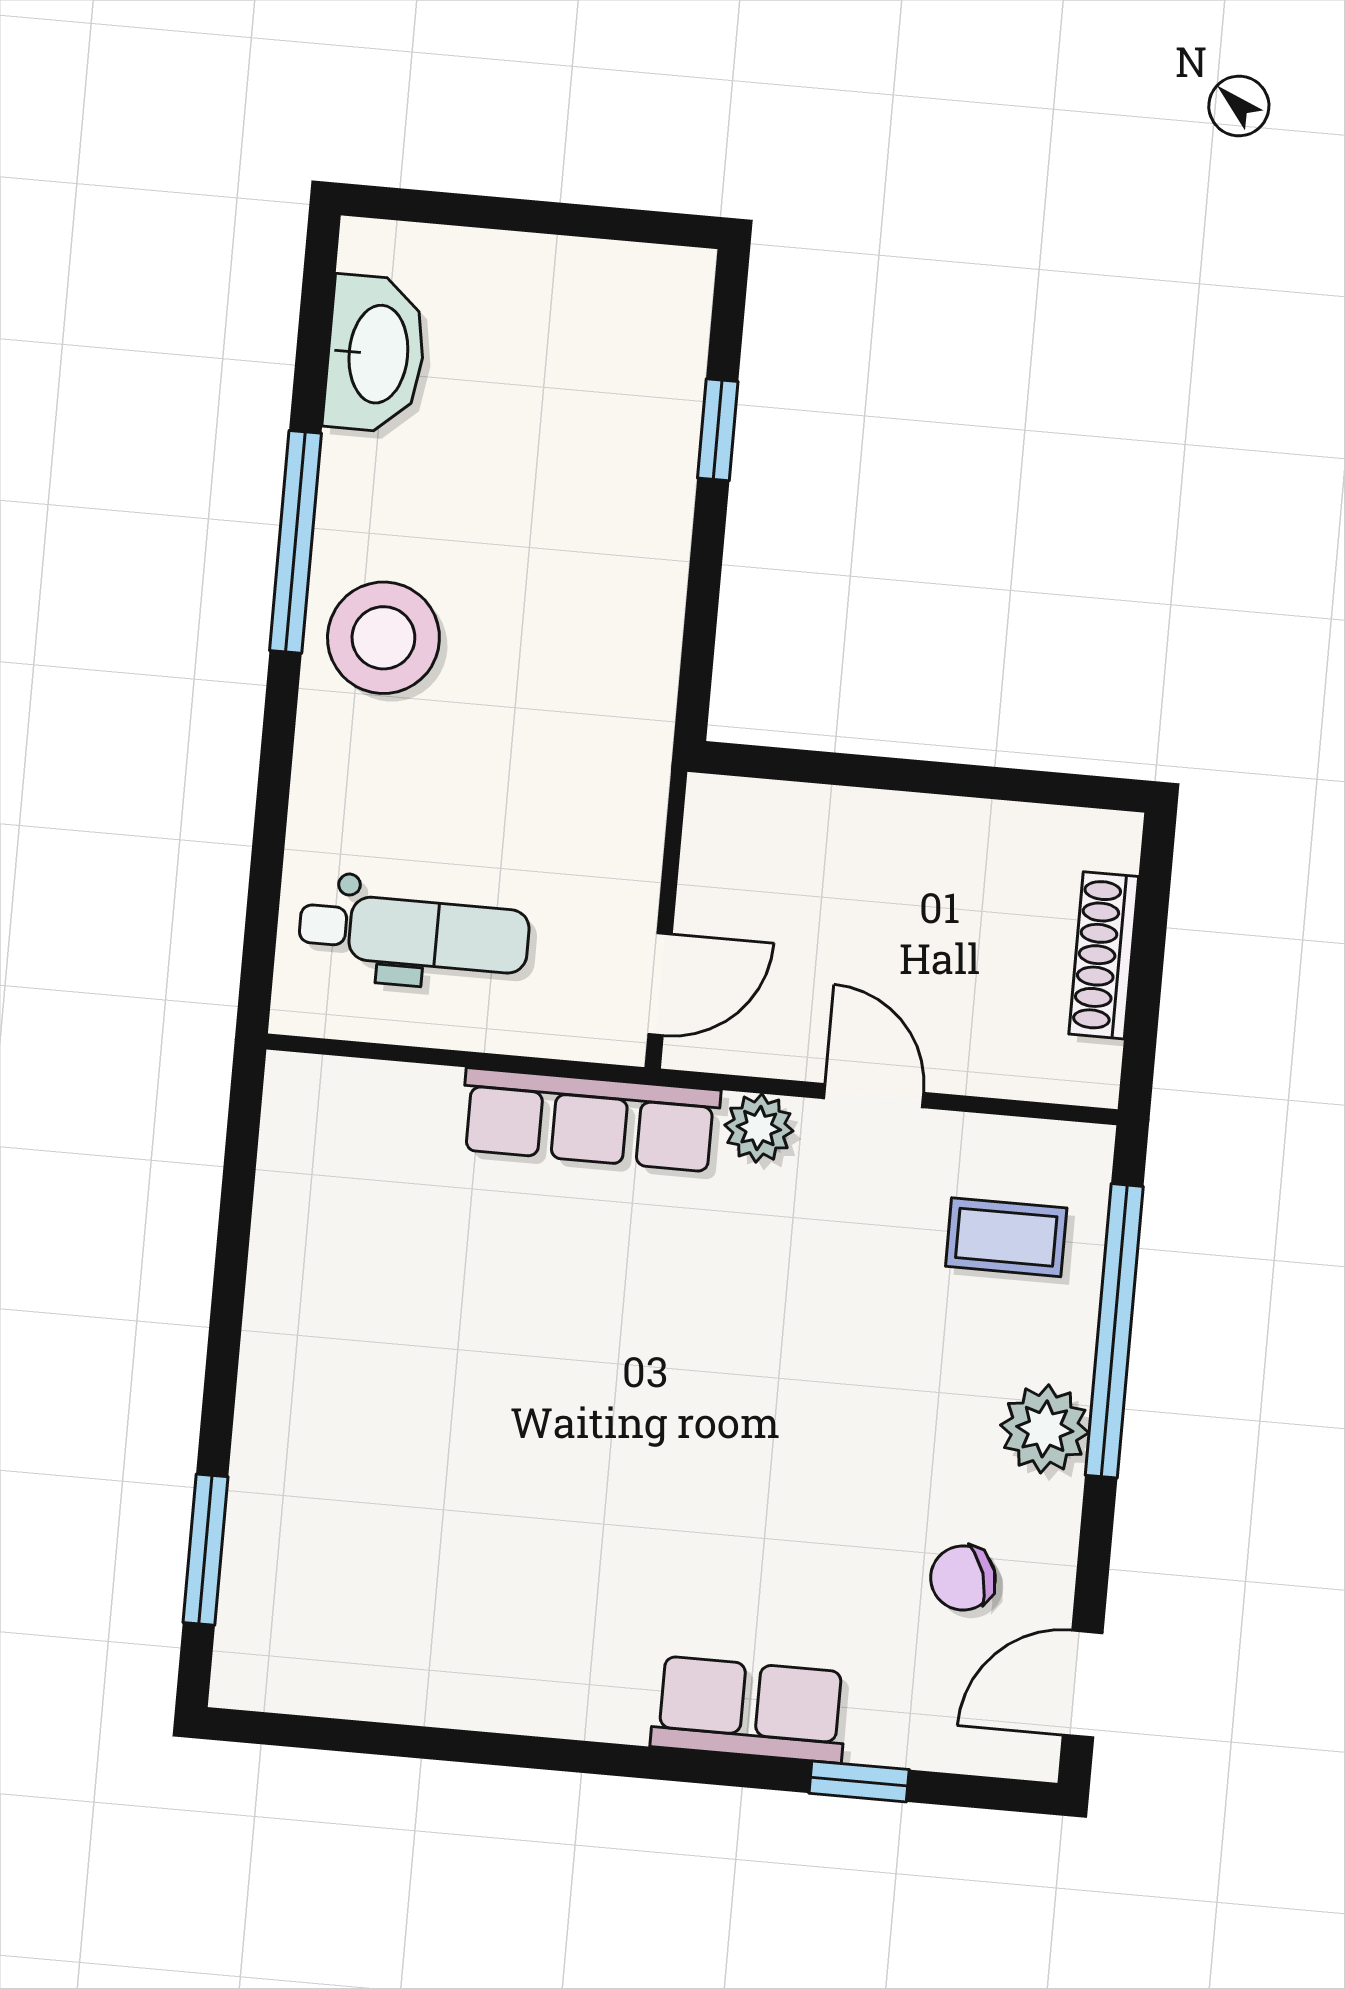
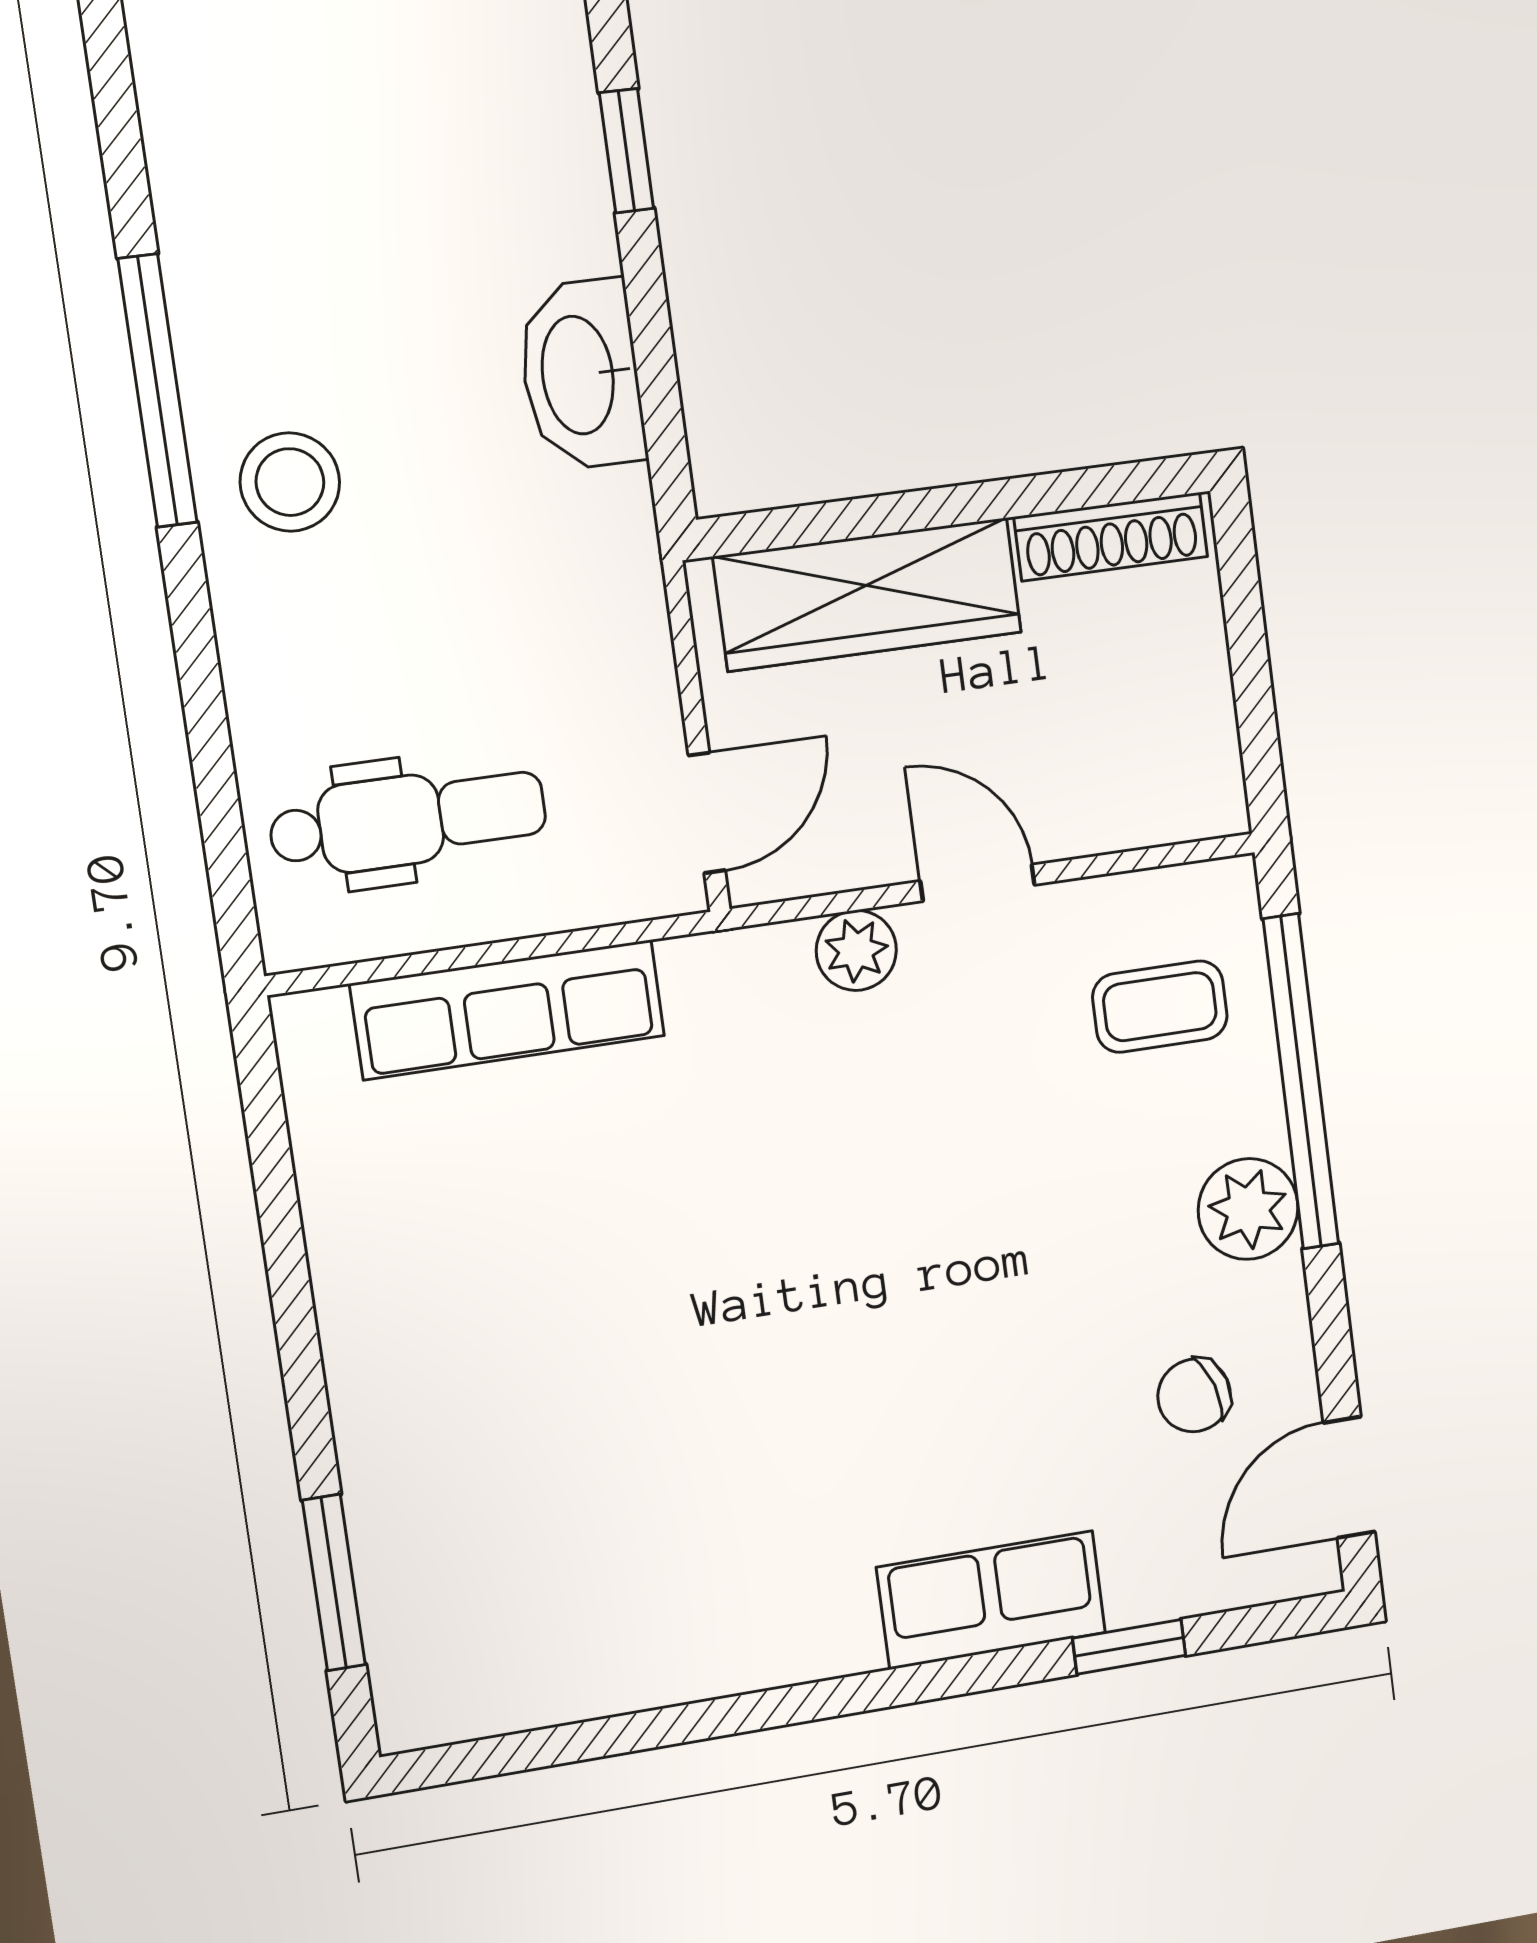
washbasin: (376, 354) -> (581, 375), moved, turned 180
stool: (383, 638) -> (290, 482), width x0.73, depth x0.73
wardrobe: (835, 834) -> (868, 594), added
shoe rack: (1104, 955) -> (1111, 537), moved, turned -90
row of seats: (590, 1120) -> (508, 1010), moved

